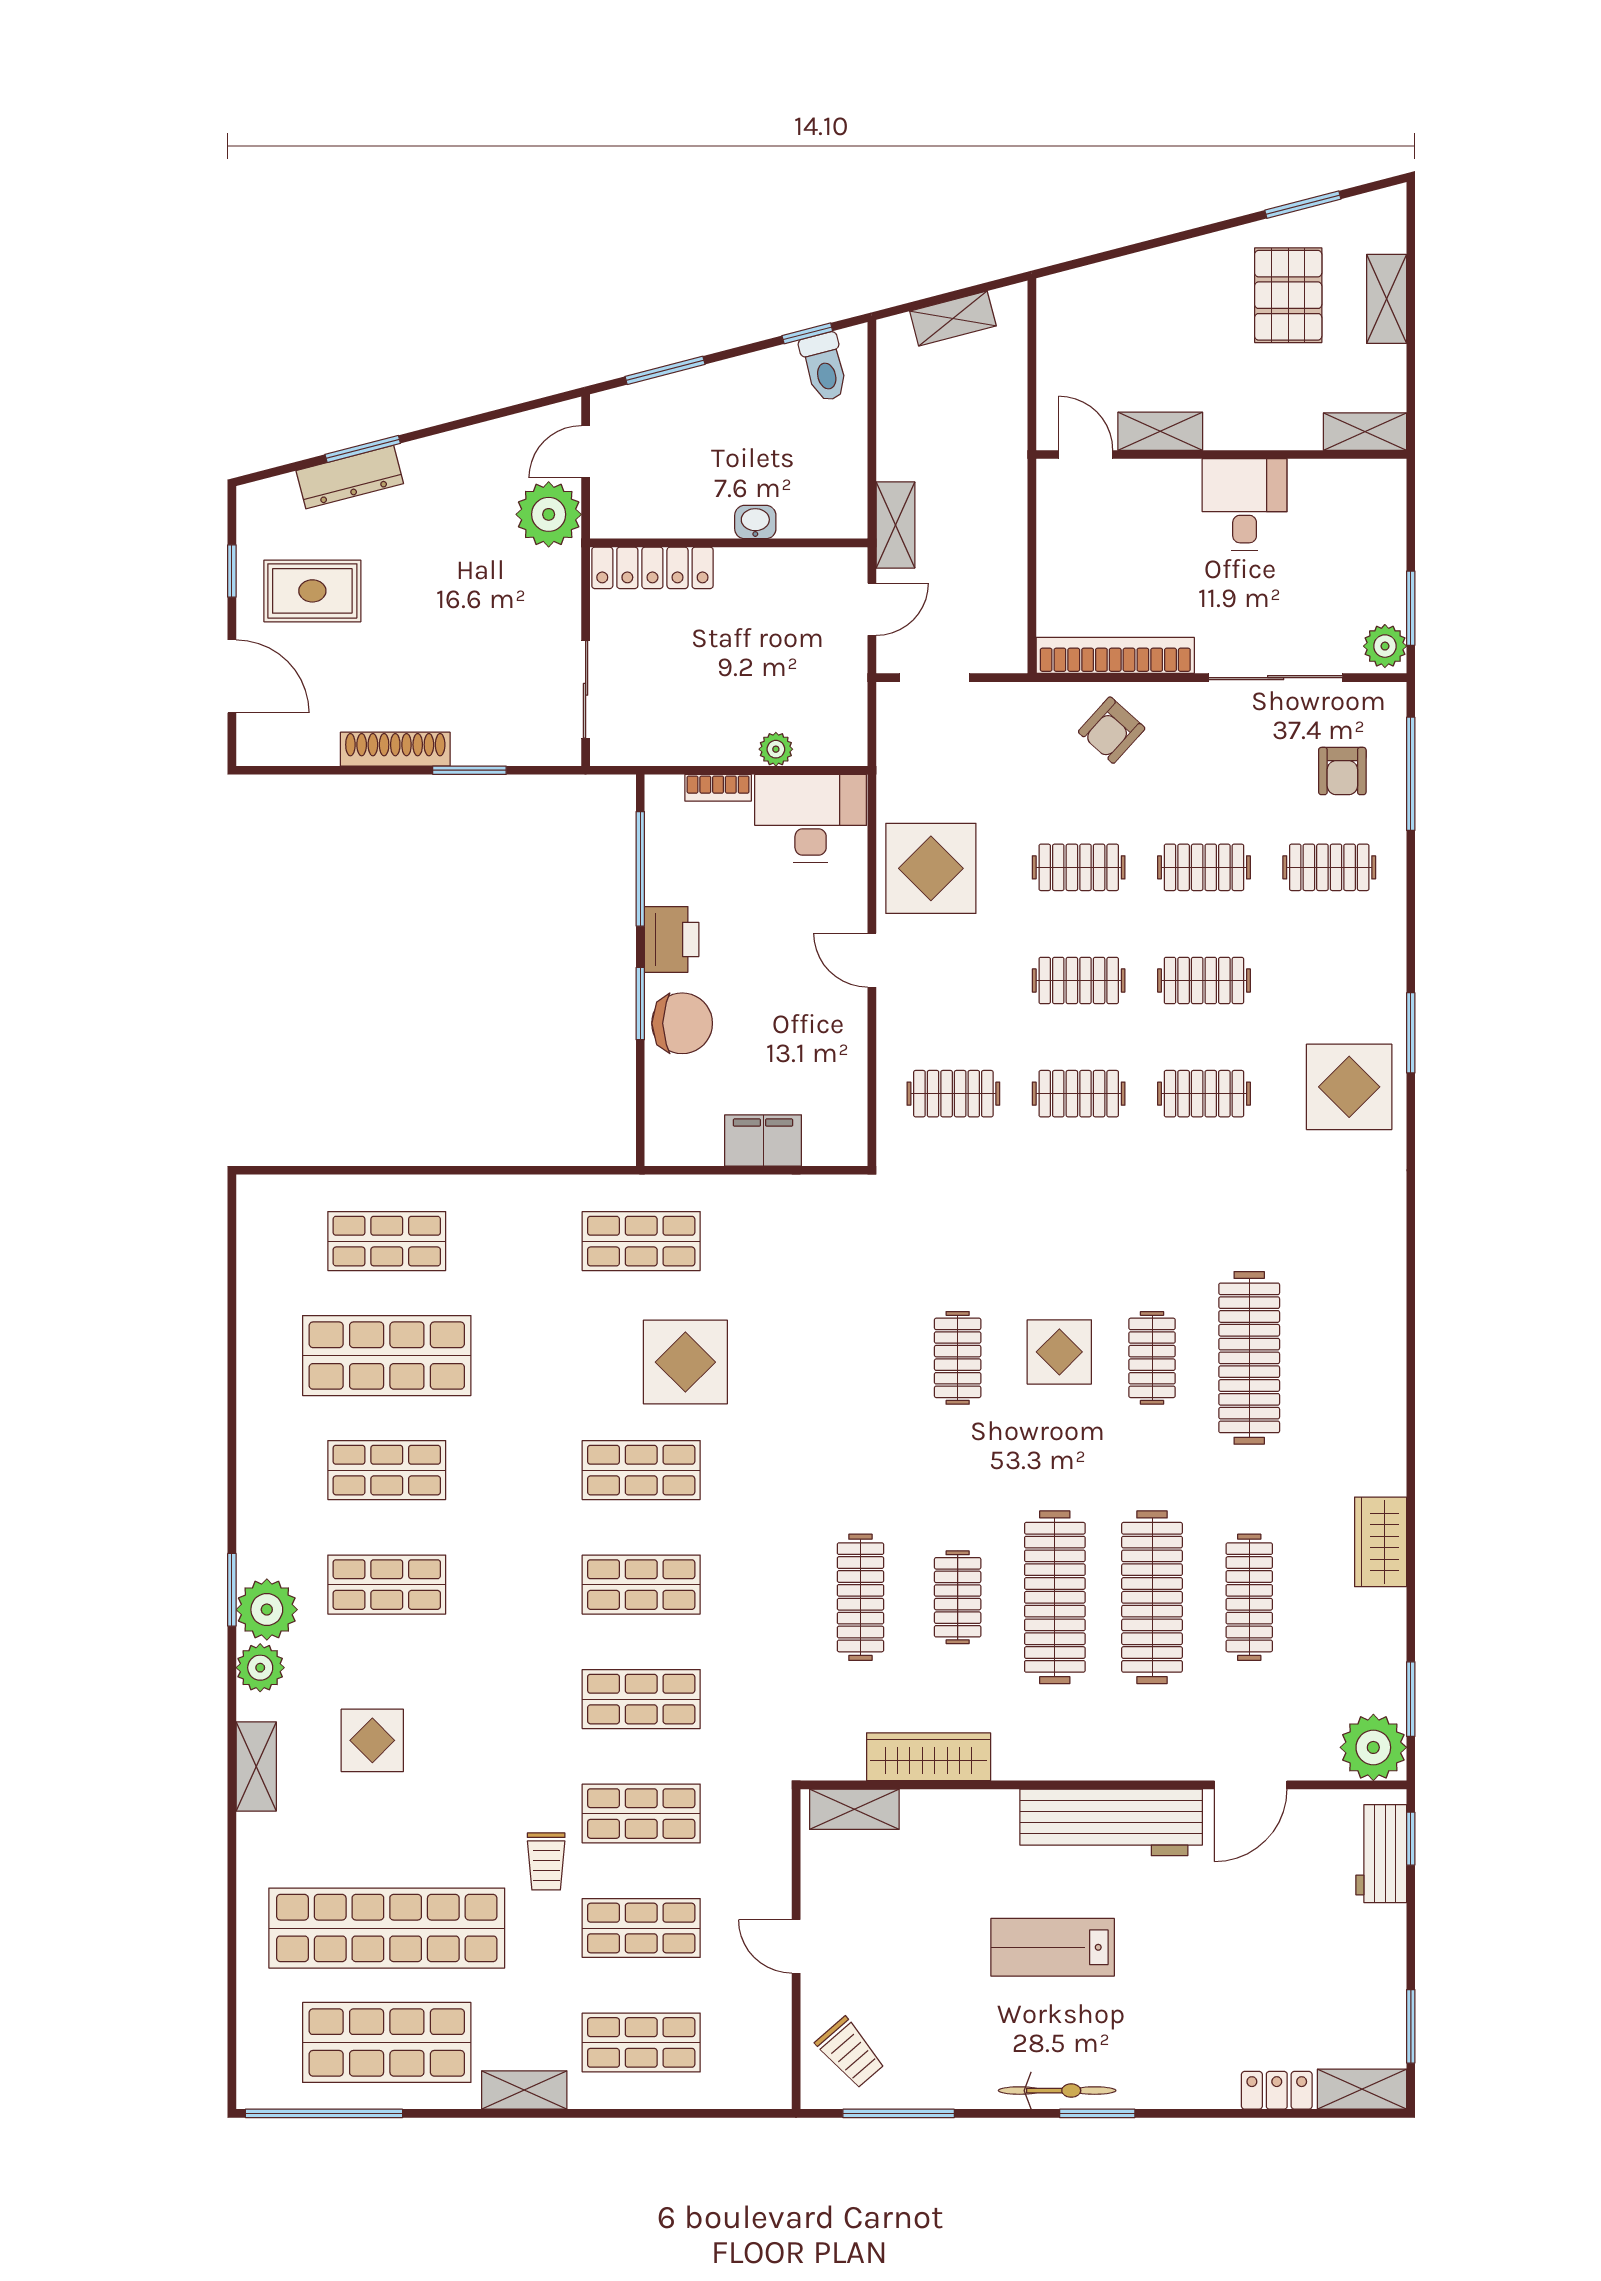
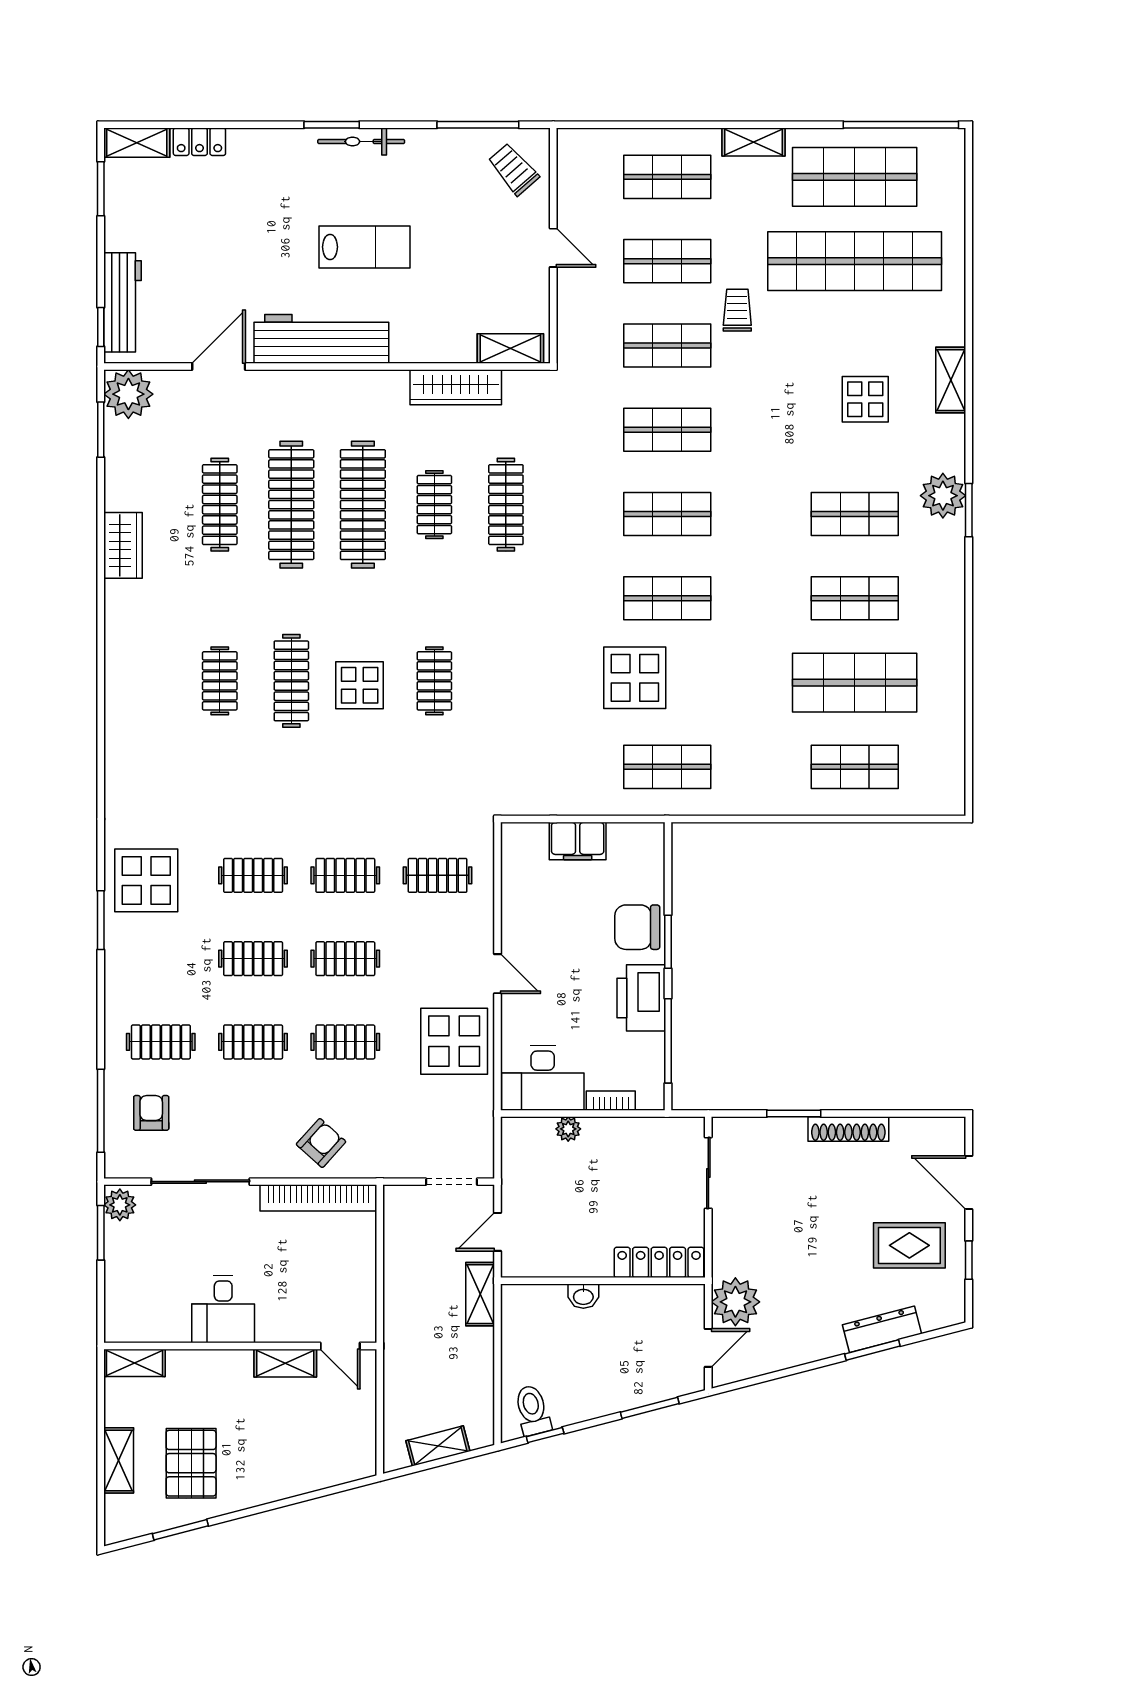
printer: (672, 939) -> (641, 998), width x1.37, depth x1.19
clothes rail: (1152, 1358) -> (291, 681), width x1.36
clothes rail: (1249, 1358) -> (220, 681), width x0.54, depth x0.76
plant: (260, 1668) -> (948, 453), removed
workbench: (1381, 1854) -> (123, 302), width x1.38

